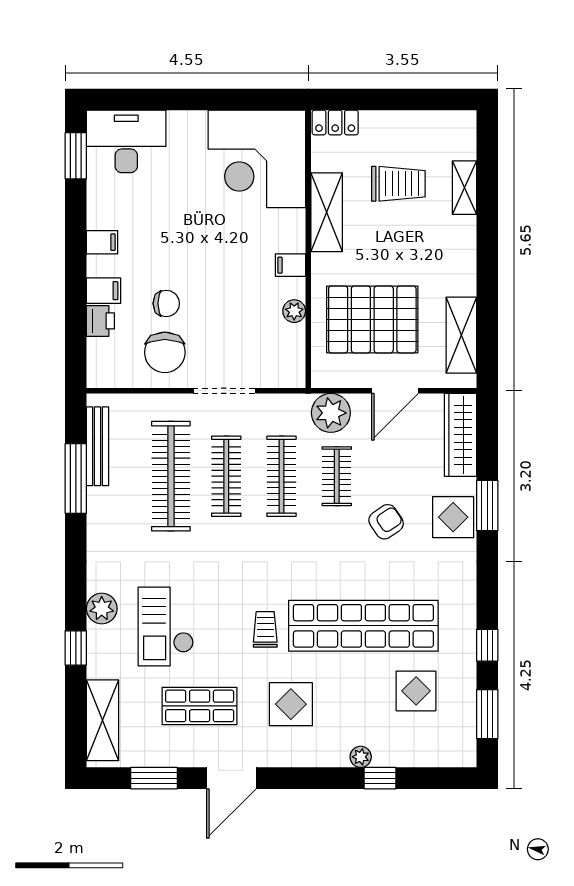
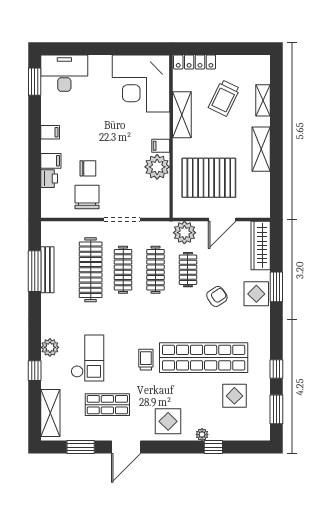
locker: (335, 122) -> (195, 62), width x1.53
trolley: (398, 184) -> (224, 98), turned 116
plant: (294, 311) -> (157, 167), width x1.87, depth x1.87
shelving: (461, 335) -> (261, 149), moved
chair: (165, 352) -> (87, 197), turned 180
bench: (98, 446) -> (47, 270), moved
checkout: (166, 627) -> (87, 358), turned 180
display table: (291, 704) -> (168, 421), moved

